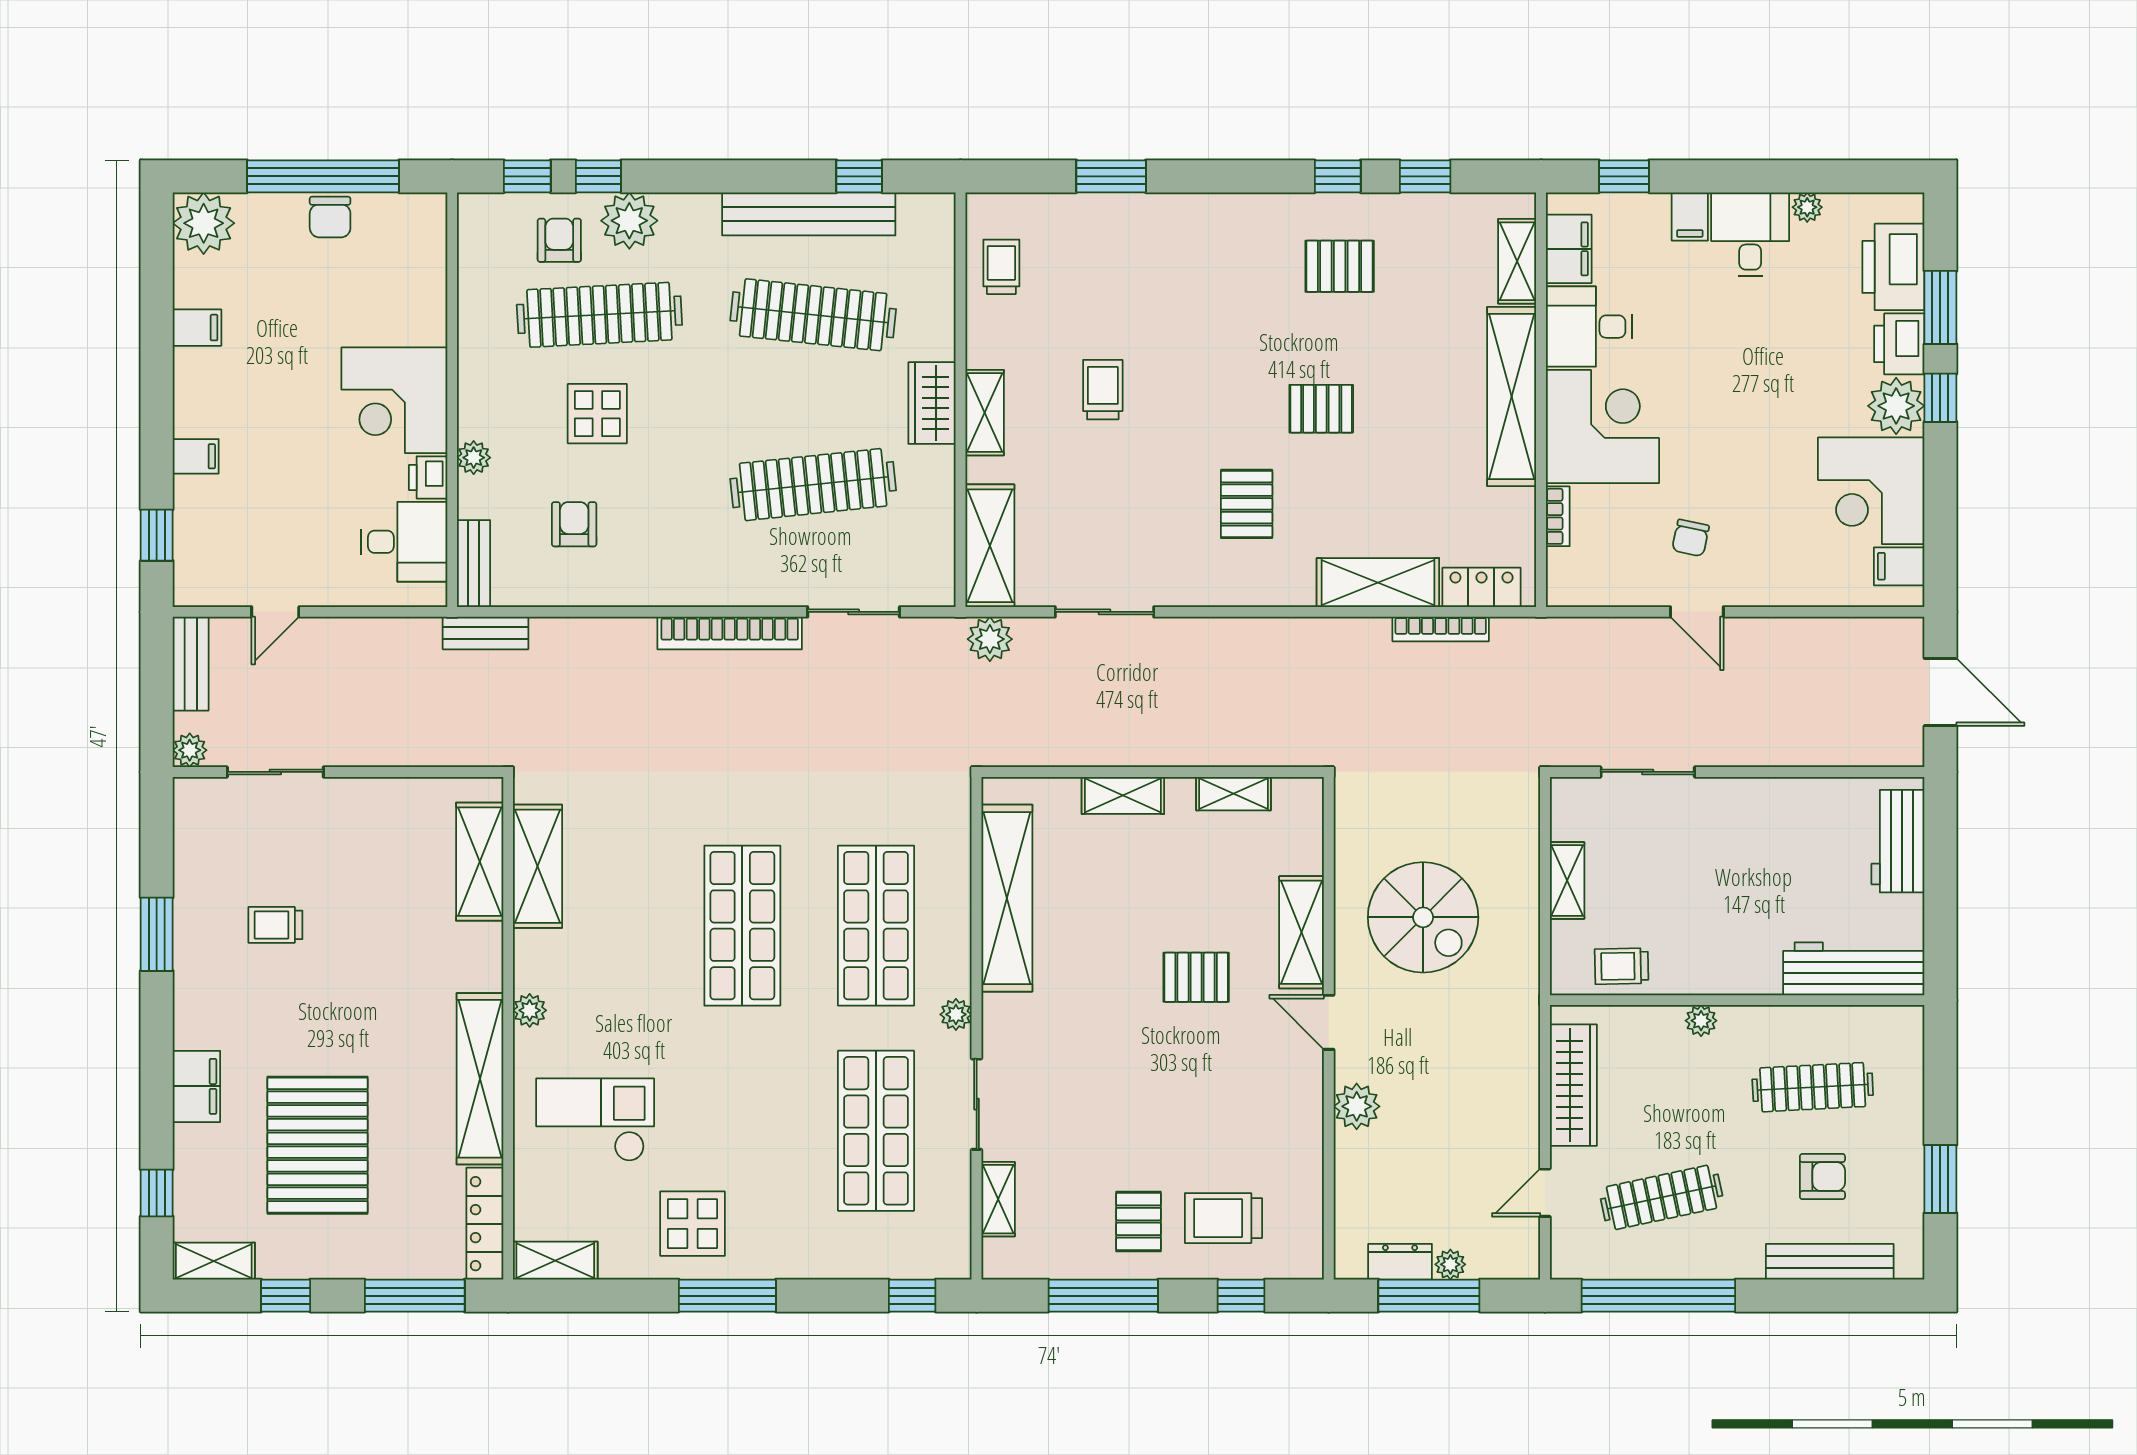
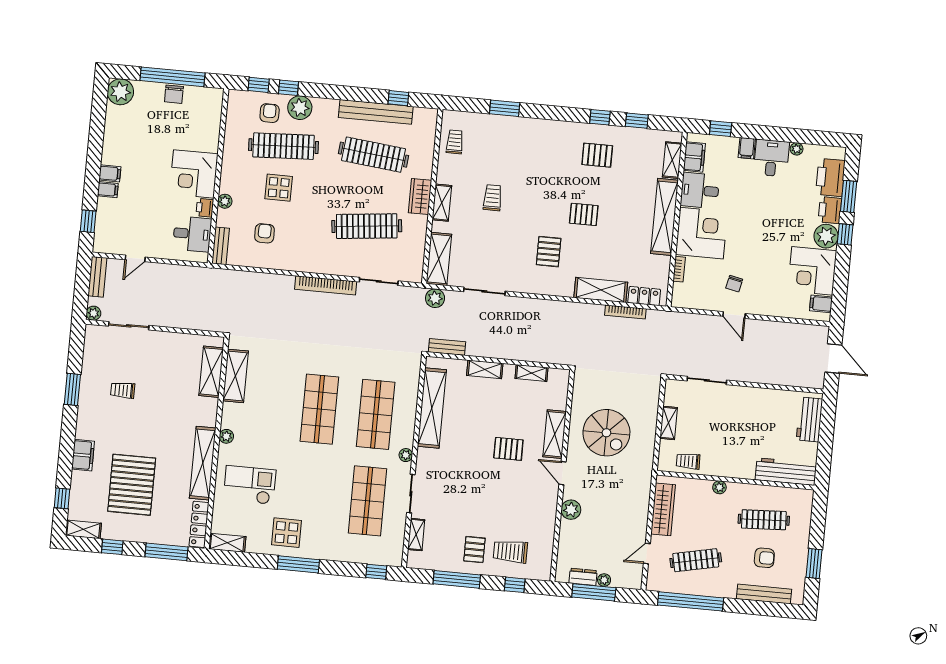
filing cabinet: (197, 328) -> (110, 173), moved
bench: (486, 633) -> (447, 347), moved

